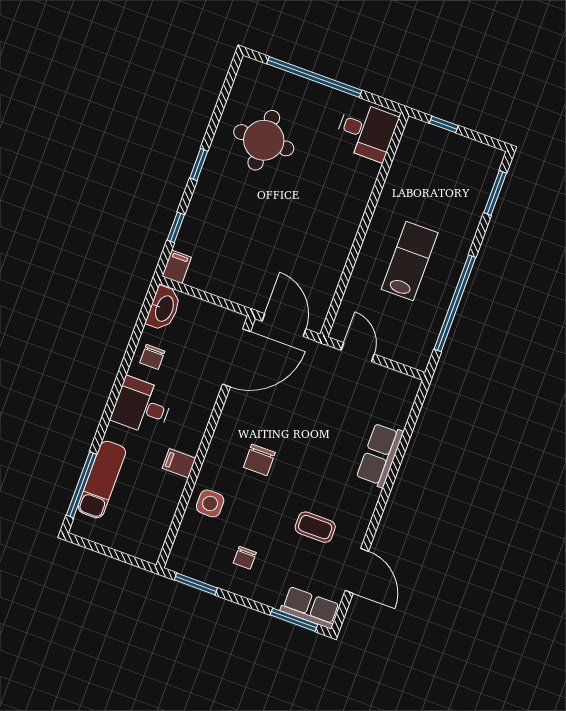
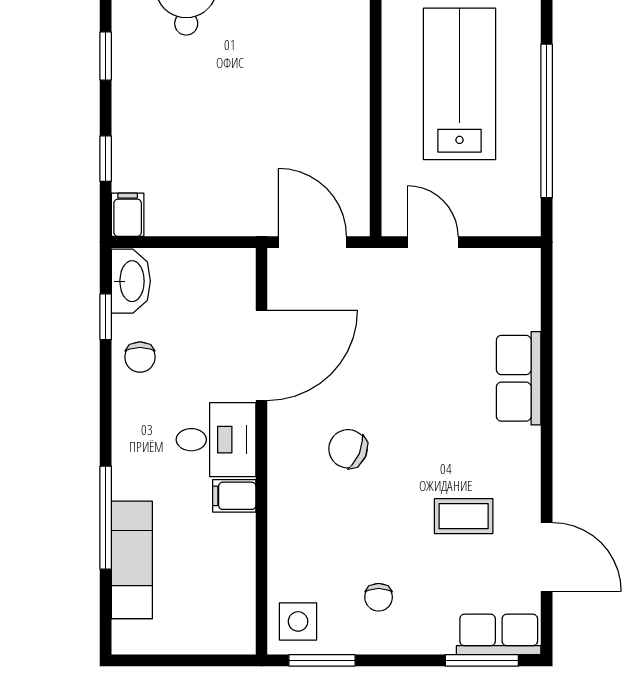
lab bench: (410, 261) -> (460, 84), width x1.36, depth x1.39
window: (140, 324) -> (106, 317), added
door: (236, 358) -> (261, 355), moved
desk: (142, 406) -> (216, 440), moved, turned 180
chair: (259, 460) -> (348, 449), turned 113
window: (82, 485) -> (106, 518), moved
side table: (210, 503) -> (298, 621), moved

